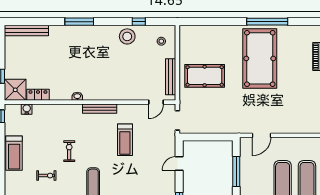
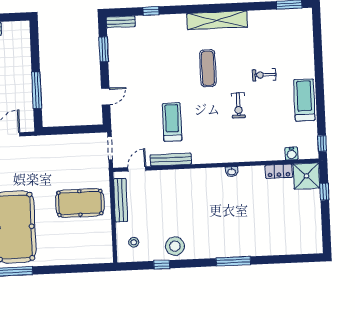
bench: (26, 31) -> (296, 248), removed
bench: (100, 109) -> (171, 160), moved

